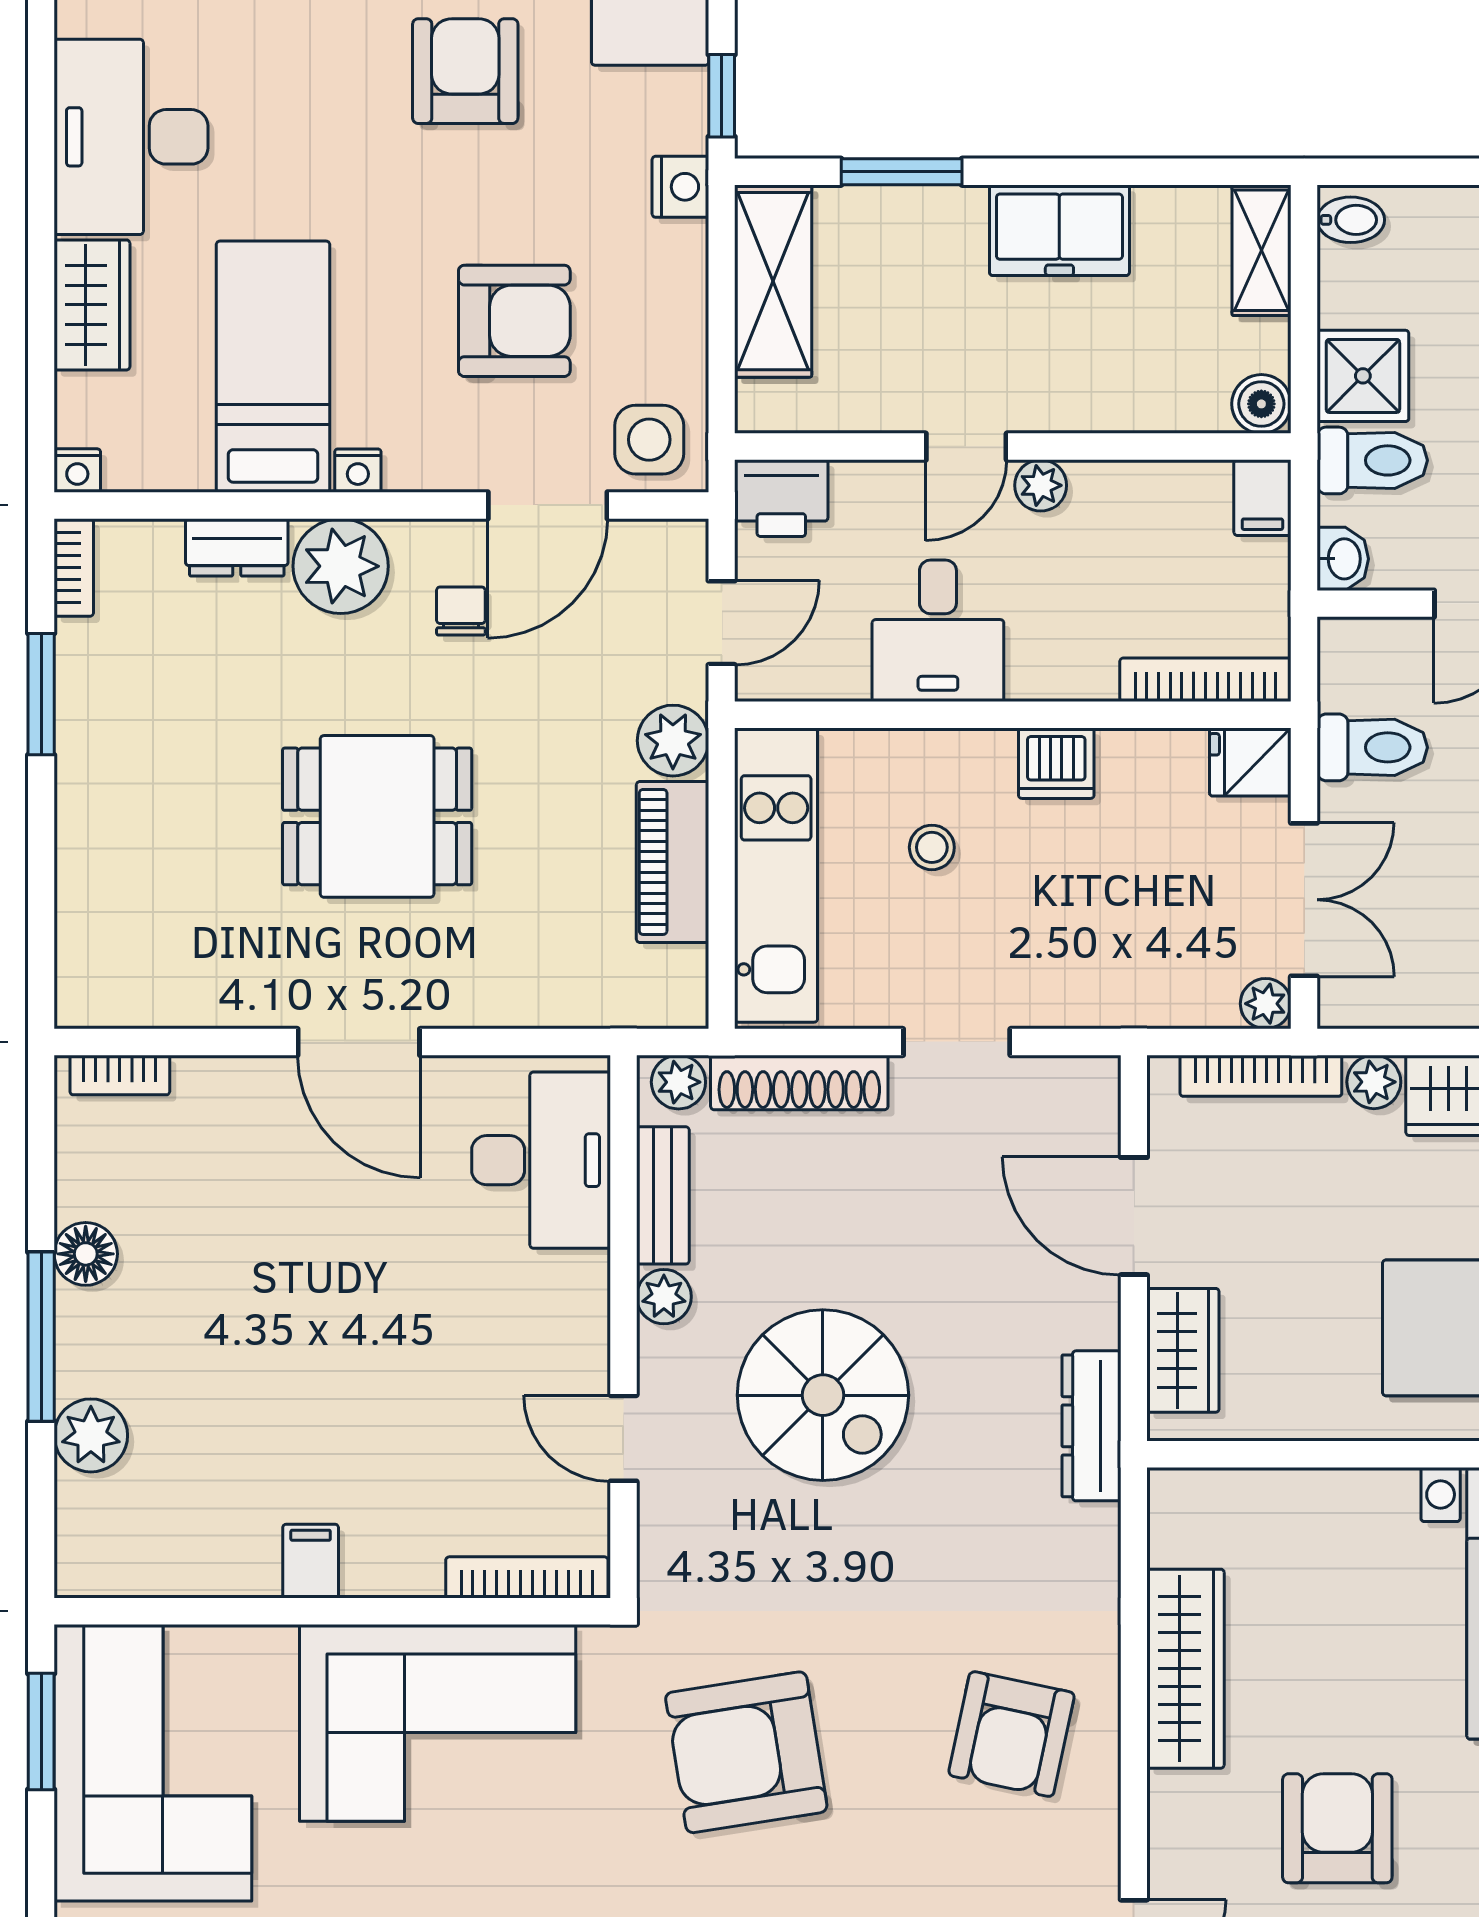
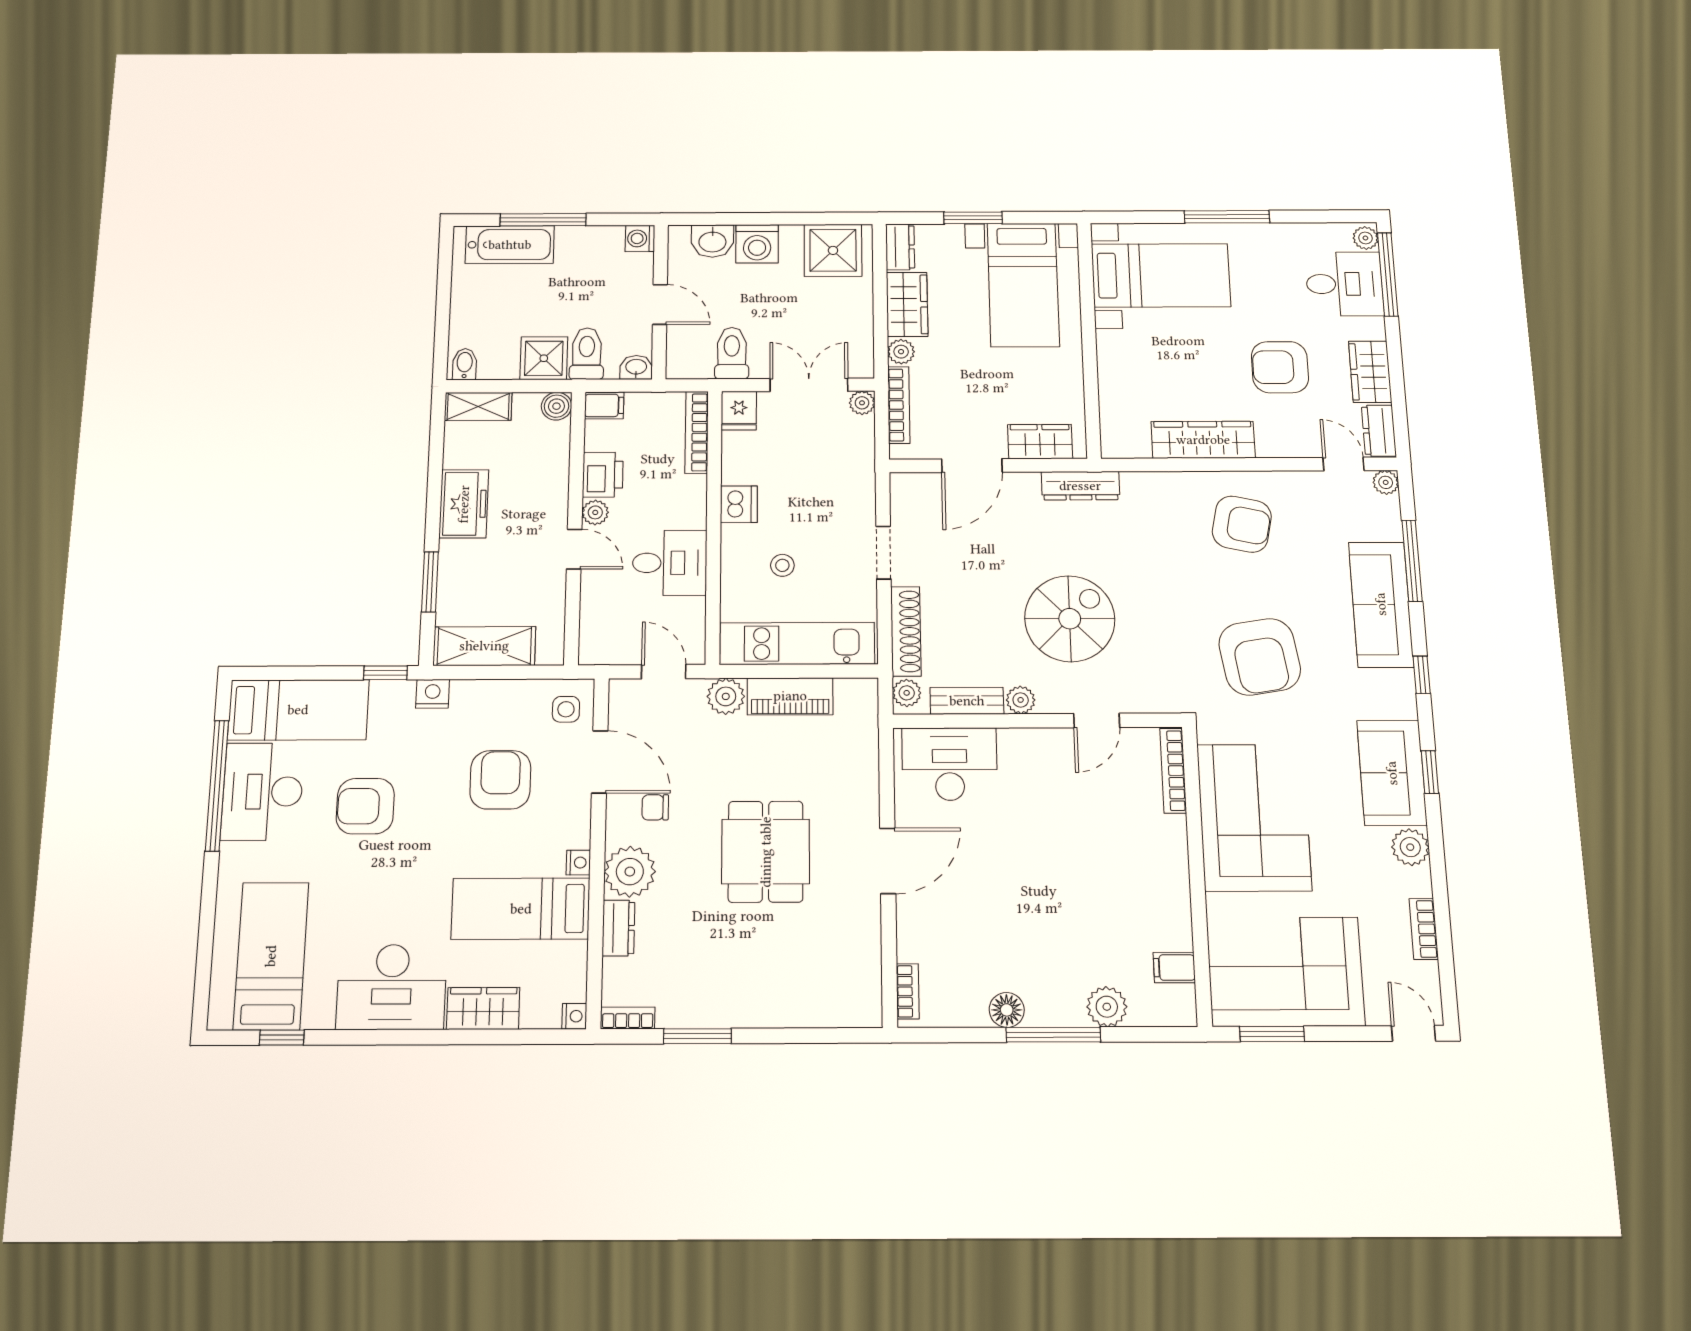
side table: (649, 440) -> (566, 709), width x0.73, depth x0.73
printer: (781, 498) -> (603, 475), moved
filing cabinet: (311, 1561) -> (1174, 968), moved

